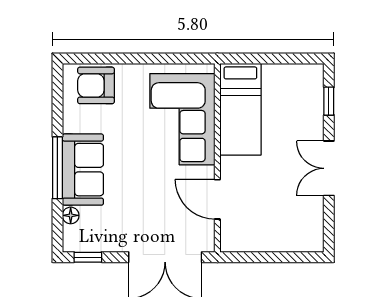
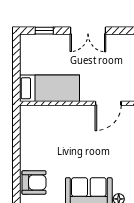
armchair: (96, 85) -> (34, 182), turned -90
corner sofa: (182, 119) -> (56, 126), removed

